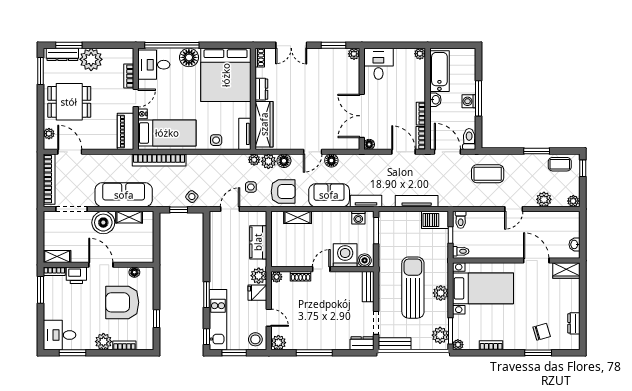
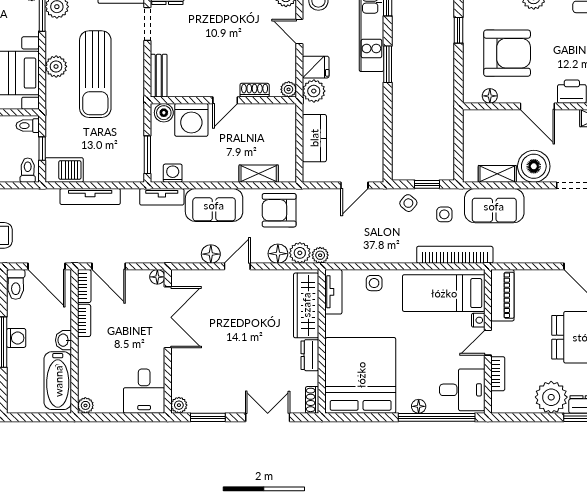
floor lamp: (189, 57) -> (419, 406), width x0.53, depth x0.53
side table: (251, 187) -> (444, 214), moved
sofa: (124, 195) -> (494, 206), width x0.73

